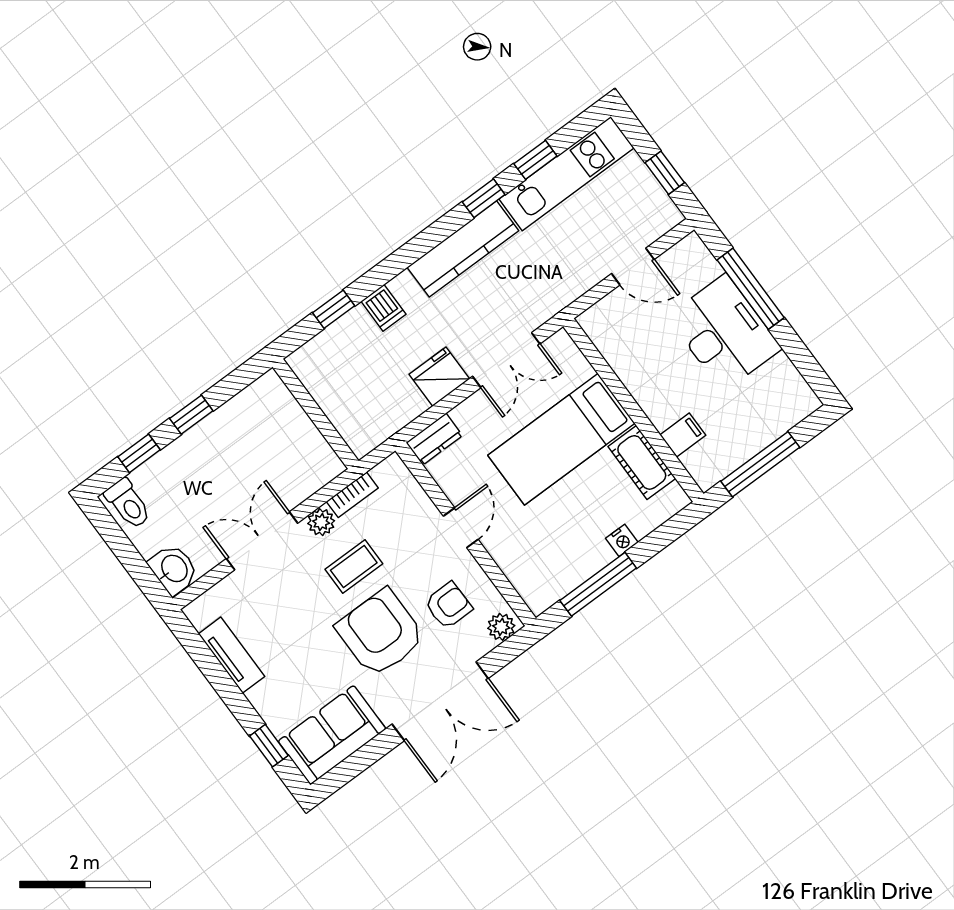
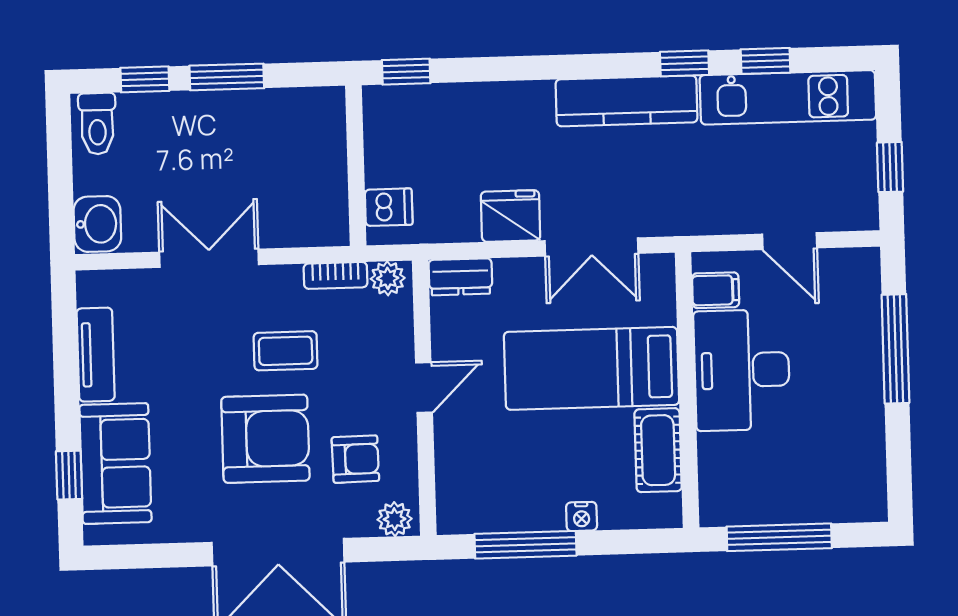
dishwasher: (383, 308) -> (389, 207), moved, turned -90
window: (334, 309) -> (406, 72), moved
desk: (724, 333) -> (742, 370), moved, turned 180
window: (191, 415) -> (227, 77), width x1.50
filing cabinet: (683, 435) -> (716, 290), moved
plant: (321, 522) -> (388, 278), moved
armchair: (381, 633) -> (265, 439), turned 90
sofa: (332, 735) -> (115, 463), moved, turned 90

